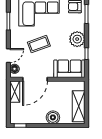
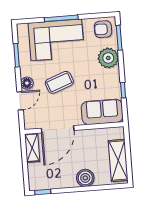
plant: (77, 39) -> (108, 58), moved
floor lamp: (15, 69) -> (27, 83), moved

